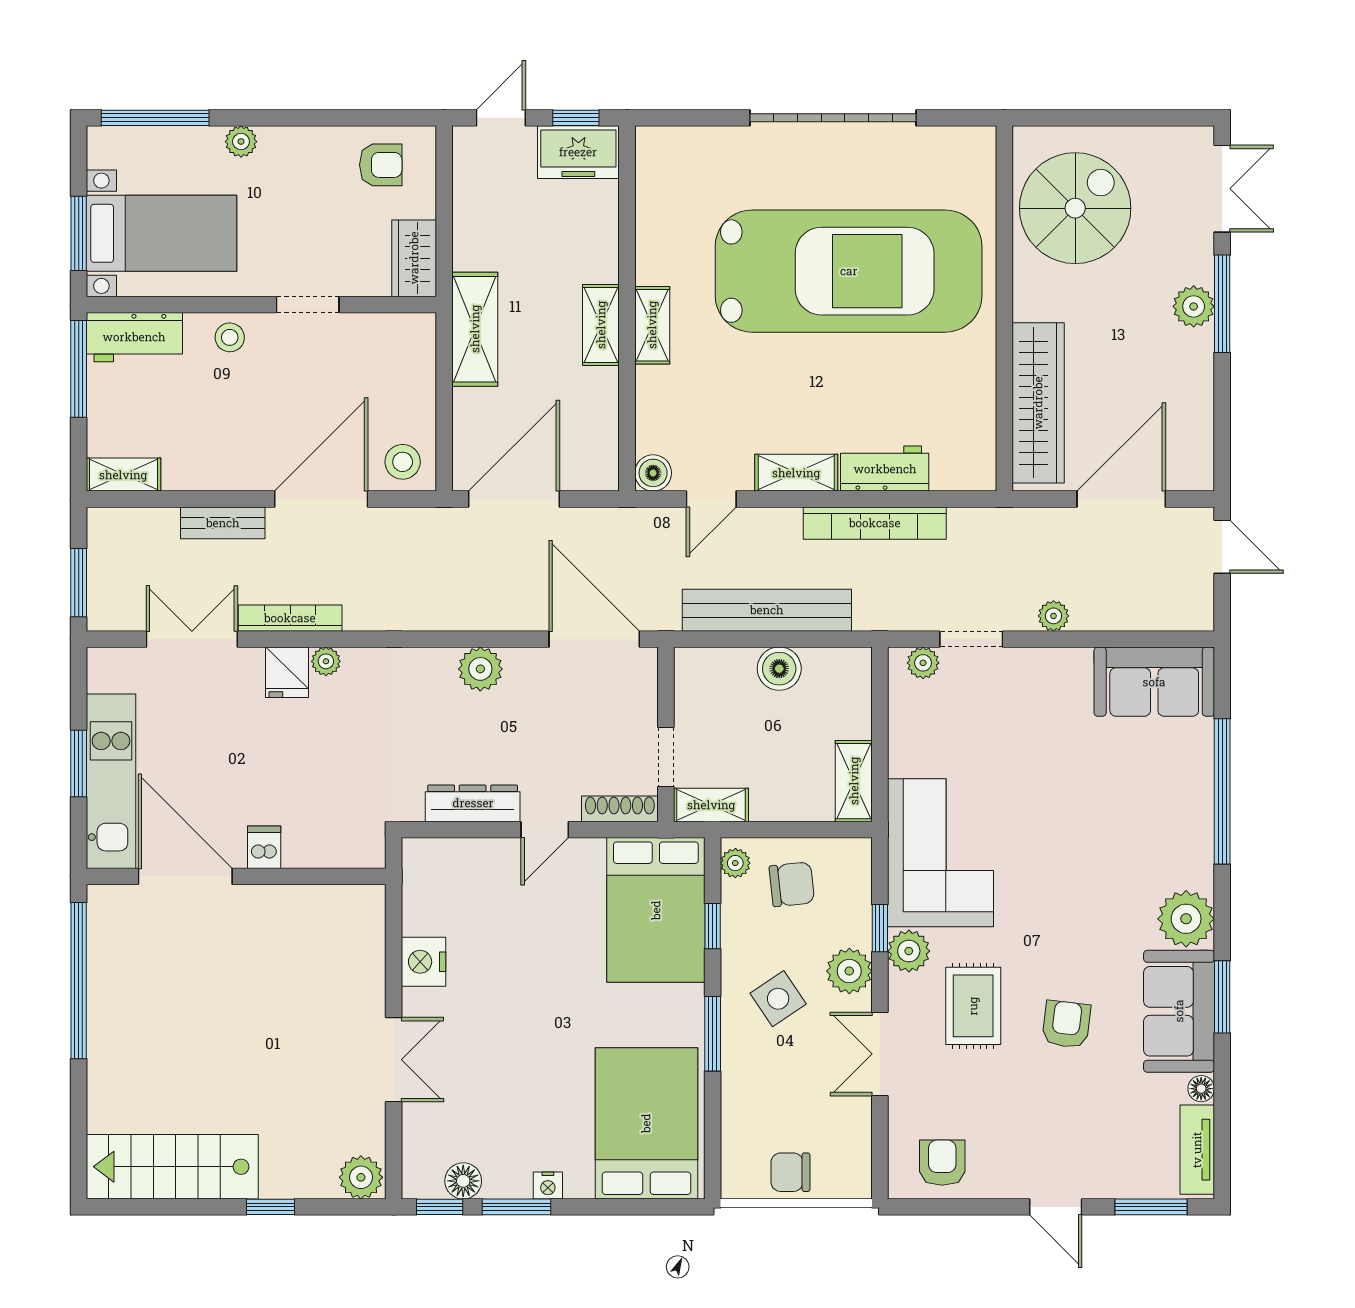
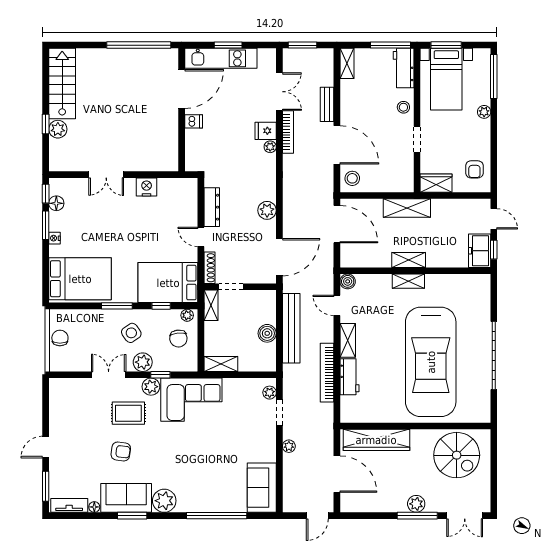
armchair: (942, 1163) -> (64, 400), removed
plant: (361, 1177) -> (58, 129), moved

